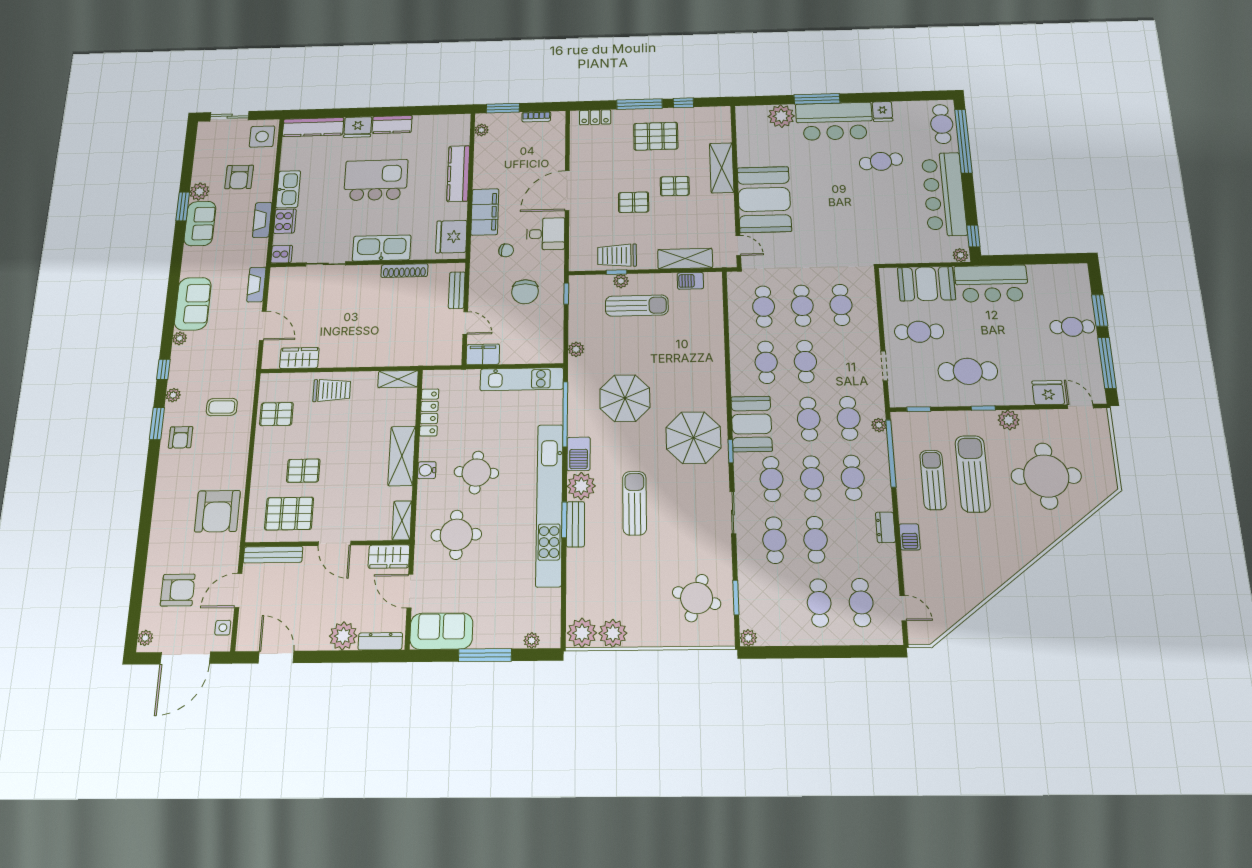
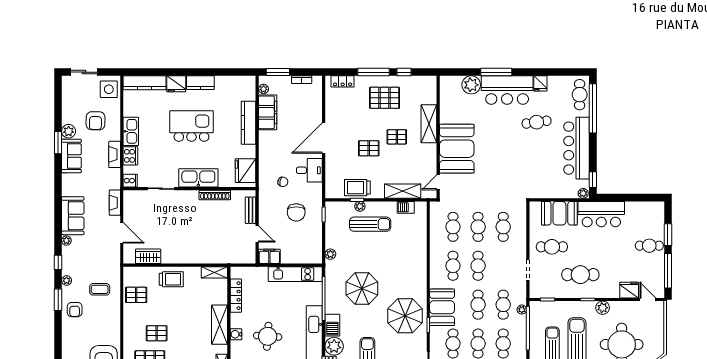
filing cabinet: (485, 212) -> (268, 112), moved
door: (738, 245) -> (438, 182), swing flipped

